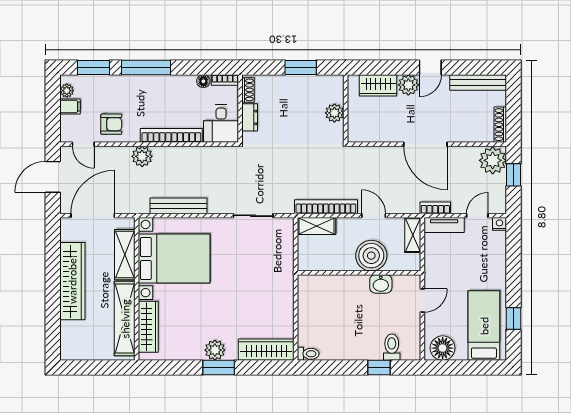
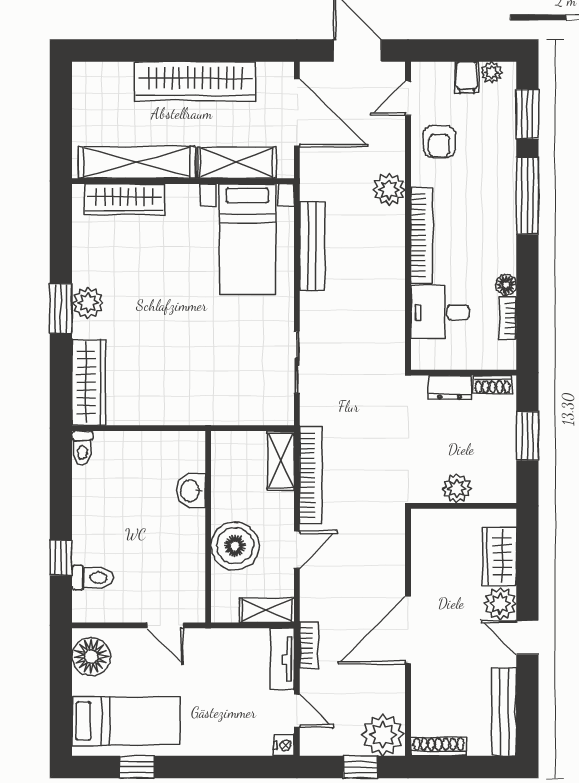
shoe rack: (248, 90) -> (492, 385), moved
wall: (240, 109) -> (464, 373), moved
dresser: (250, 117) -> (450, 387), moved
bed with nightstands: (174, 259) -> (247, 239), width x0.73
washbasin: (381, 284) -> (191, 491), moved

